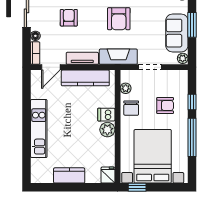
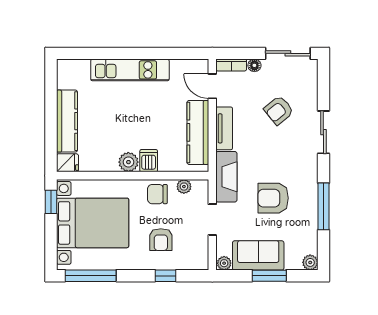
armchair: (69, 18) -> (279, 110), turned 141
armchair: (119, 19) -> (273, 198), moved
window: (192, 137) -> (91, 276), moved
kitchen counter: (69, 175) -> (67, 121), width x1.50

